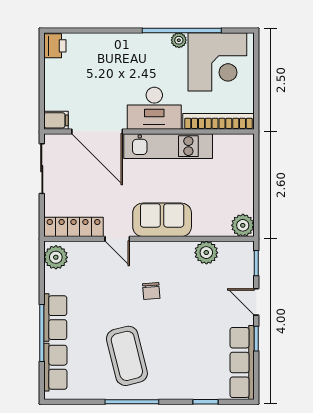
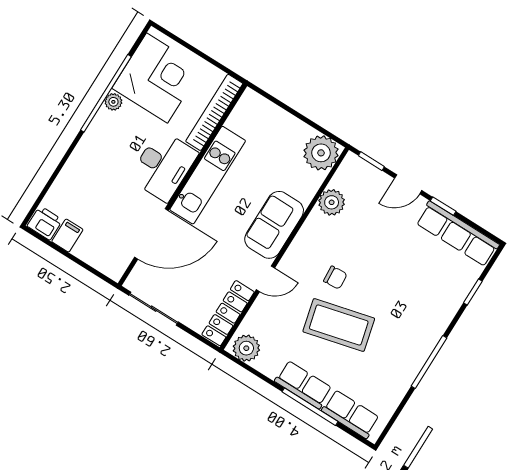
filing cabinet: (56, 120) -> (67, 236), moved
plant: (243, 225) -> (321, 153), width x1.36, depth x1.36
coffee table: (127, 356) -> (339, 325), moved

